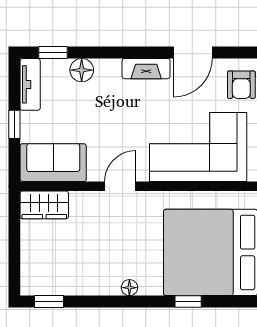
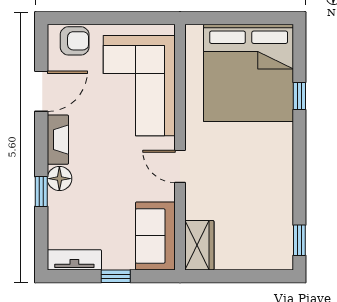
window: (53, 53) -> (41, 192), moved
door: (193, 53) -> (41, 91), hinge flipped
floor lamp: (82, 70) -> (59, 179), moved
floor lamp: (129, 288) -> (285, 157), removed

